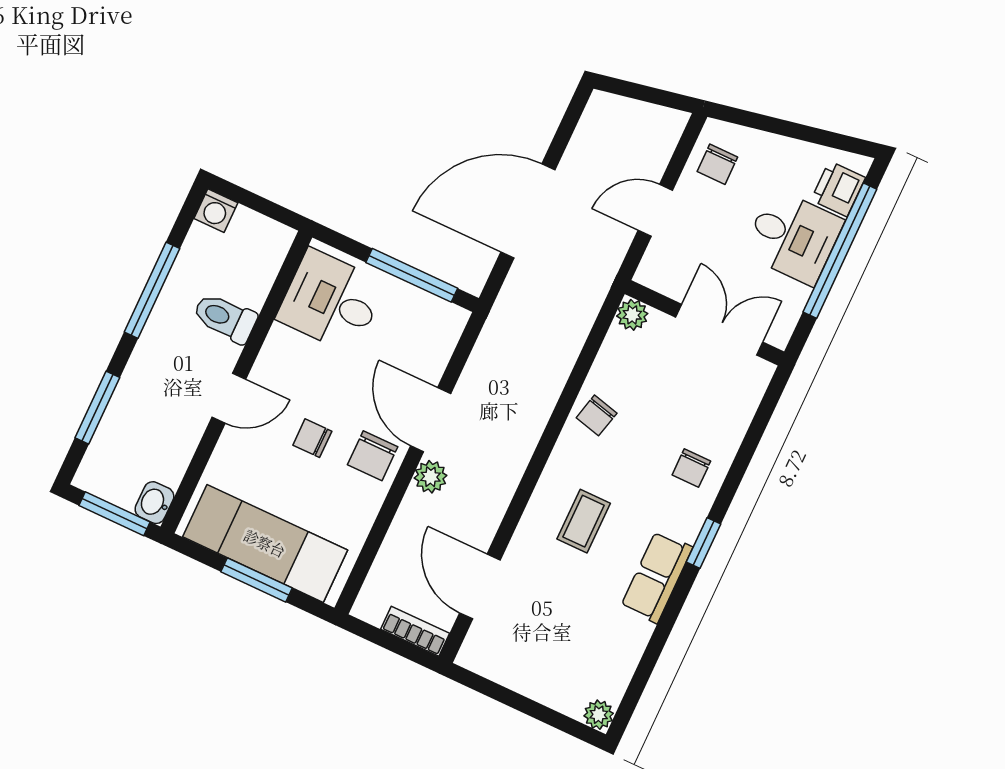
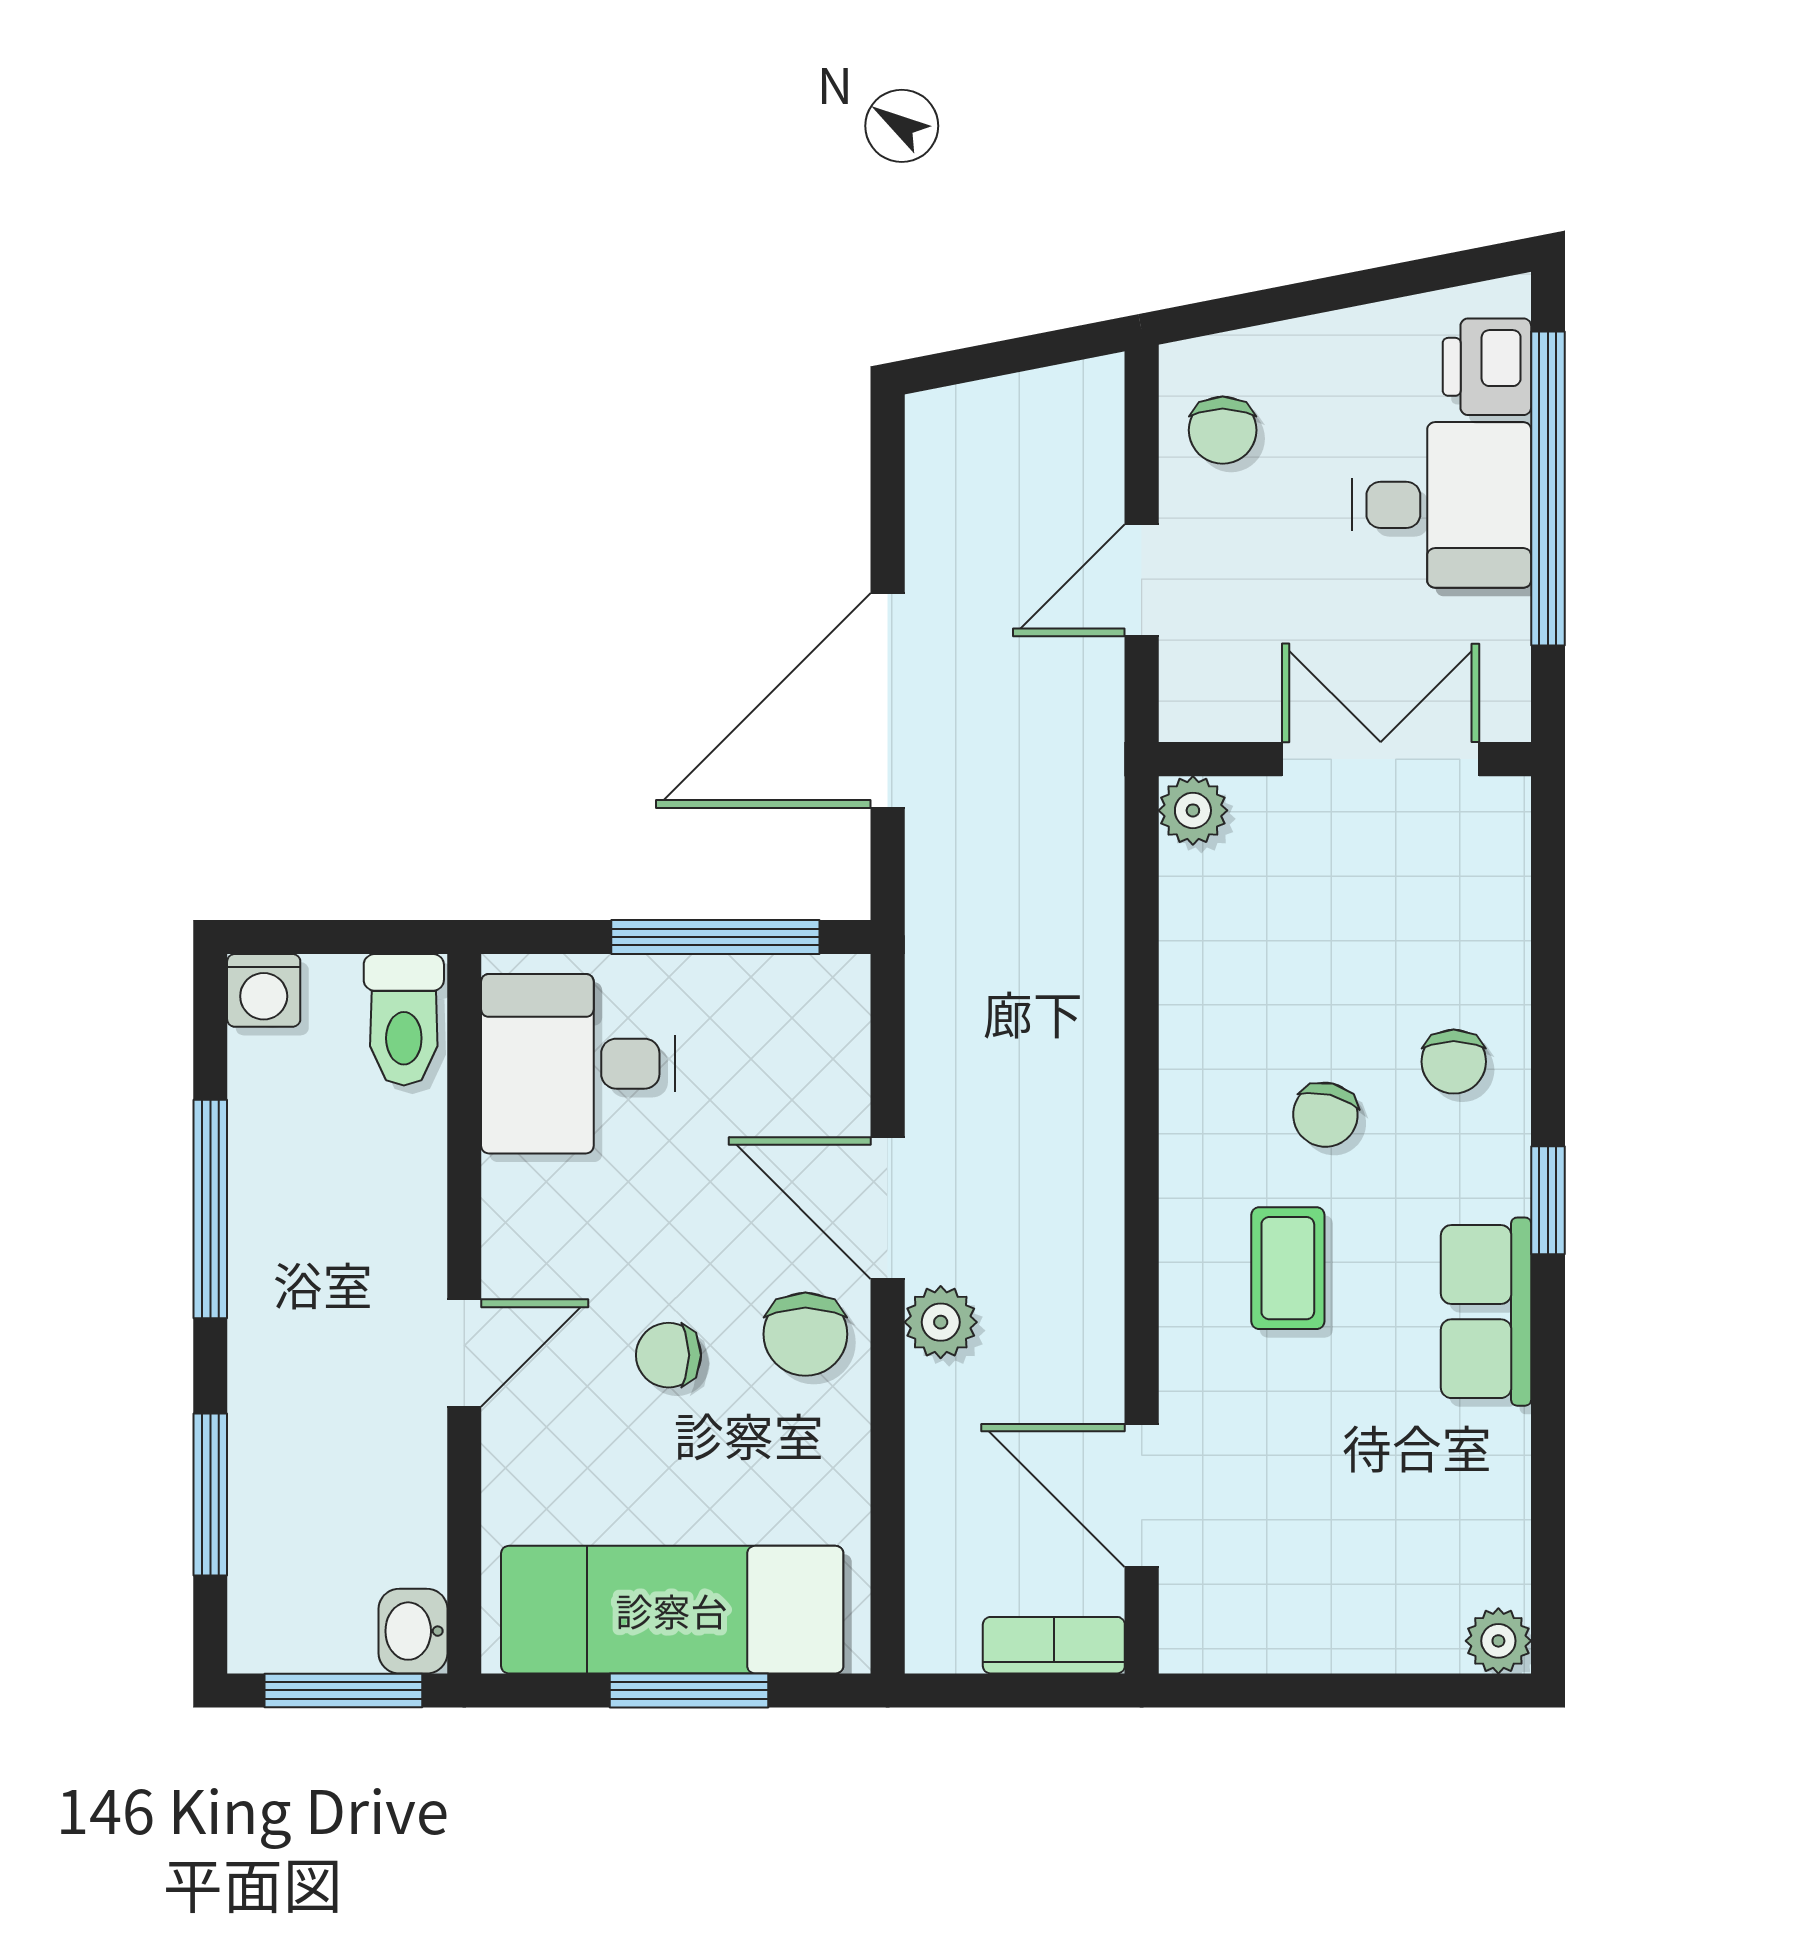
toilet: (225, 318) -> (404, 1020), moved, turned -90
chair: (597, 415) -> (1325, 1115), moved

